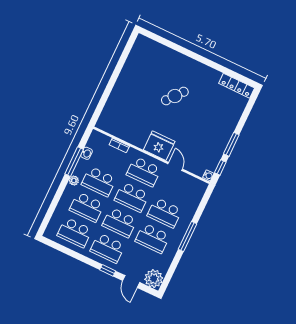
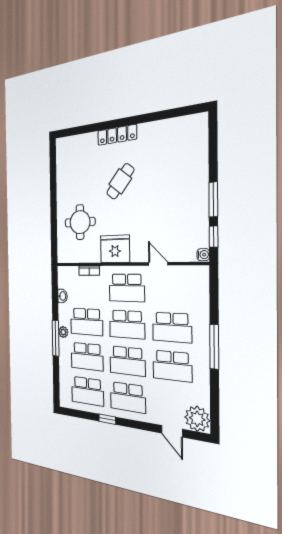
locker: (237, 86) -> (117, 135), moved
round table: (129, 107) -> (80, 222), added
fridge: (159, 146) -> (115, 249), moved
window: (74, 162) -> (56, 338), moved
window: (108, 270) -> (107, 419), moved

